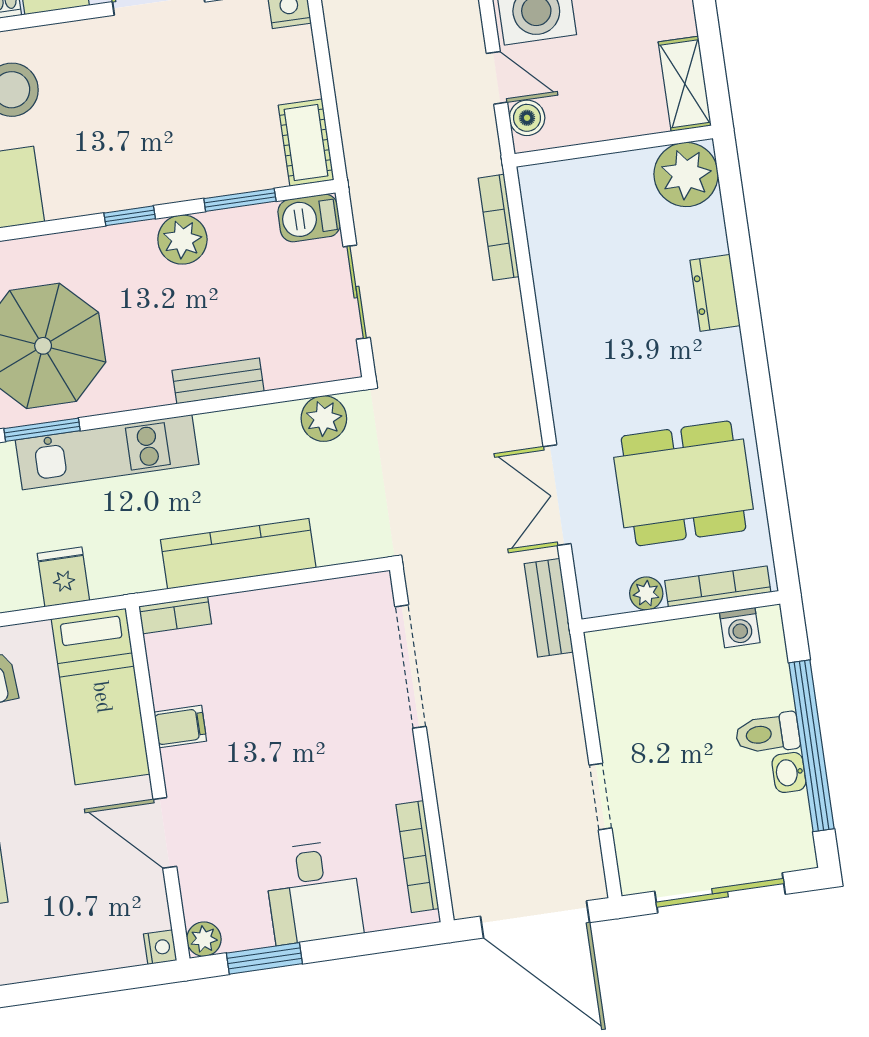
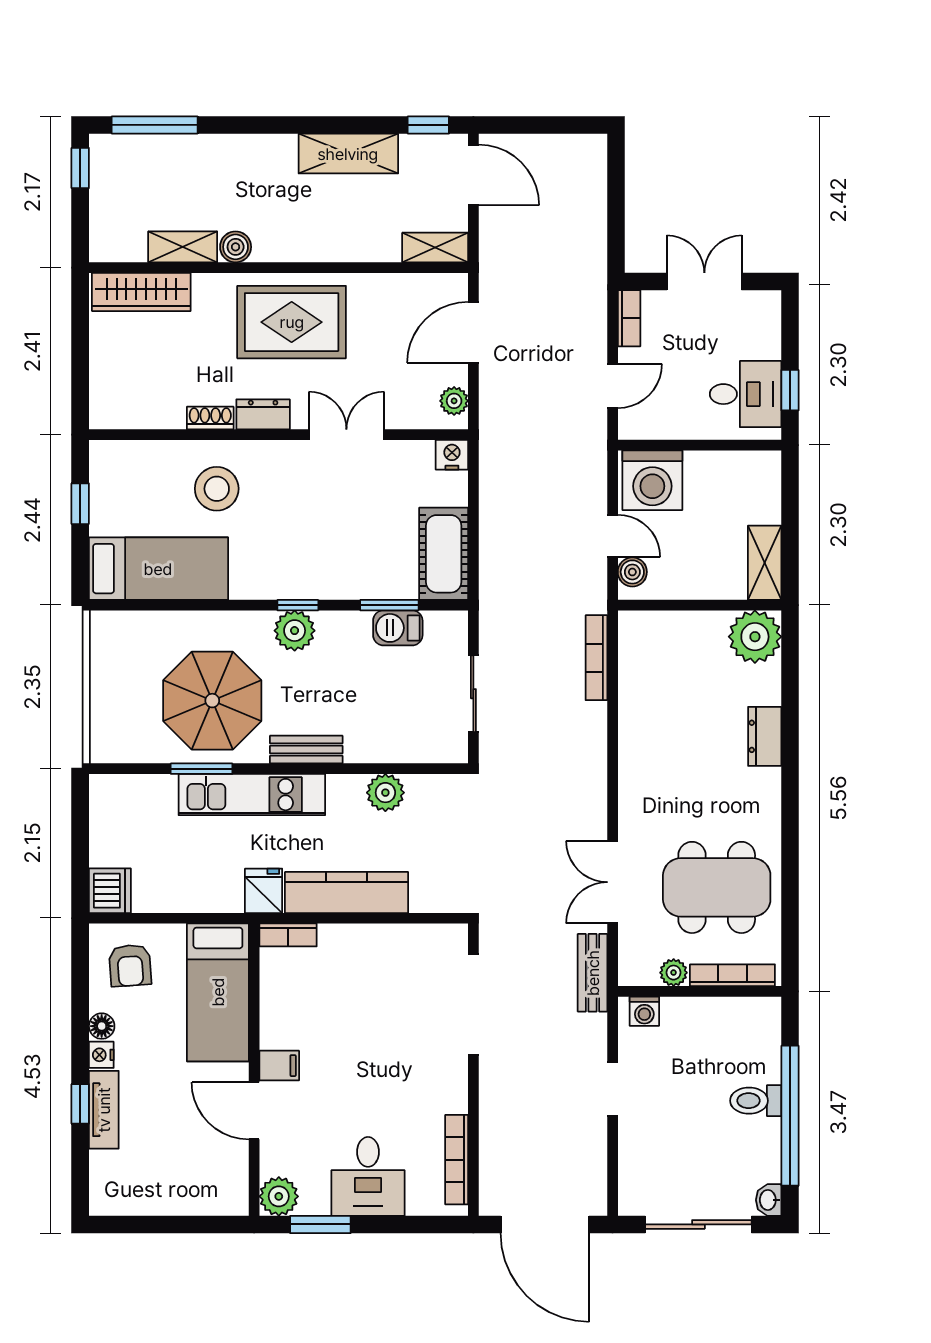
cot: (306, 143) -> (444, 554), width x1.37, depth x1.34
barbecue: (309, 218) -> (398, 628), moved
plant: (182, 240) -> (295, 631), moved
bench: (218, 381) -> (306, 750), moved
plant: (324, 419) -> (385, 793), moved
fridge: (63, 577) -> (264, 891), moved
washing machine: (740, 628) -> (644, 1011), moved
filing cabinet: (180, 727) -> (279, 1066), moved
washbasin: (789, 772) -> (769, 1200), moved
doorway: (601, 797) -> (613, 1089), moved
plant: (204, 939) -> (279, 1196), width x1.38, depth x1.38
nightstand: (160, 947) -> (237, 1203), removed

